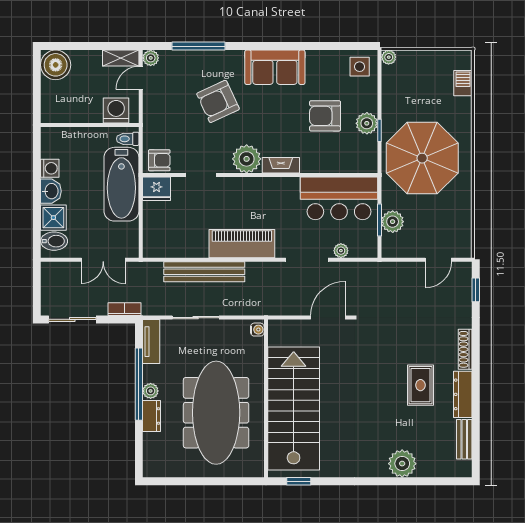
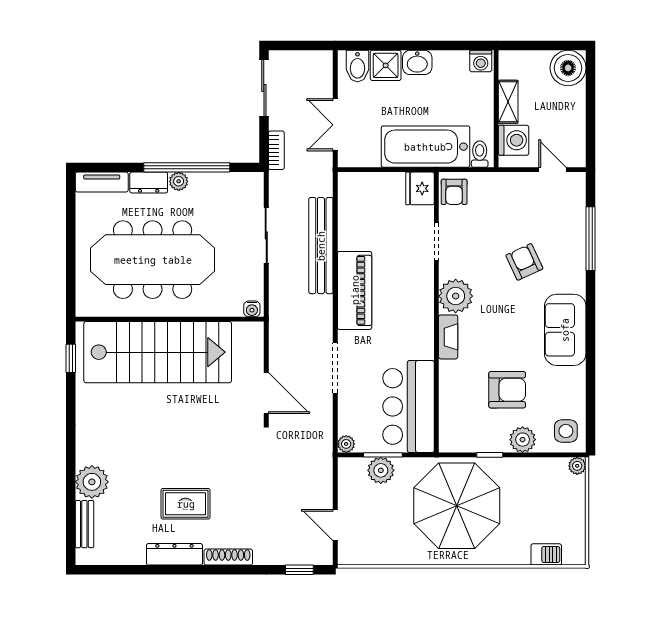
shelving: (121, 58) -> (508, 102), moved
plant: (151, 58) -> (576, 182), removed
armchair: (218, 101) -> (524, 262), width x0.72, depth x0.72
armchair: (325, 116) -> (507, 390), turned 90
plant: (367, 123) -> (523, 440), moved
washing machine: (50, 168) -> (481, 61), moved
plant: (341, 251) -> (346, 444), moved
tv unit: (151, 342) -> (102, 182), moved
bench: (464, 439) -> (84, 524), moved, turned 90

